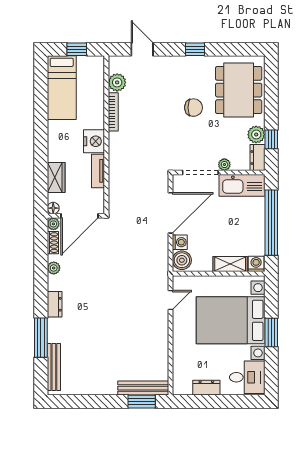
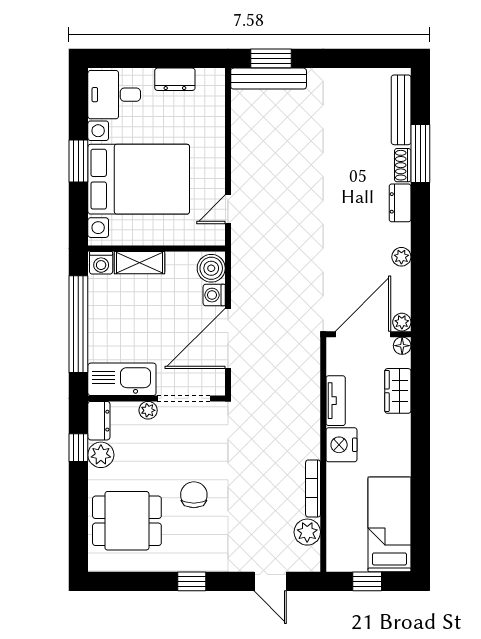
dining table: (239, 90) -> (127, 521), width x0.73
chair: (194, 108) -> (194, 495), turned 90
shoe rack: (53, 243) -> (403, 165), moved

